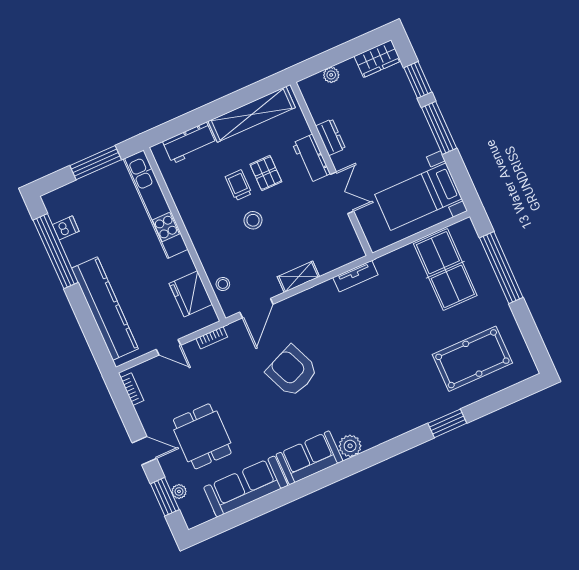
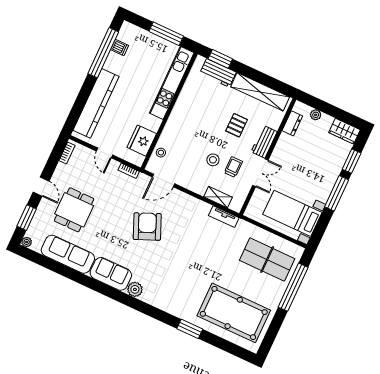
window: (176, 127) -> (220, 59), added
dresser: (330, 137) -> (292, 123), moved
trolley: (239, 185) -> (233, 167), moved
stool: (253, 220) -> (213, 160), moved
table tennis table: (445, 270) -> (267, 260), turned 90
shelving: (298, 277) -> (218, 197), moved
pool table: (472, 359) -> (234, 313), width x1.36, depth x1.32
plant: (179, 491) -> (27, 242), moved

